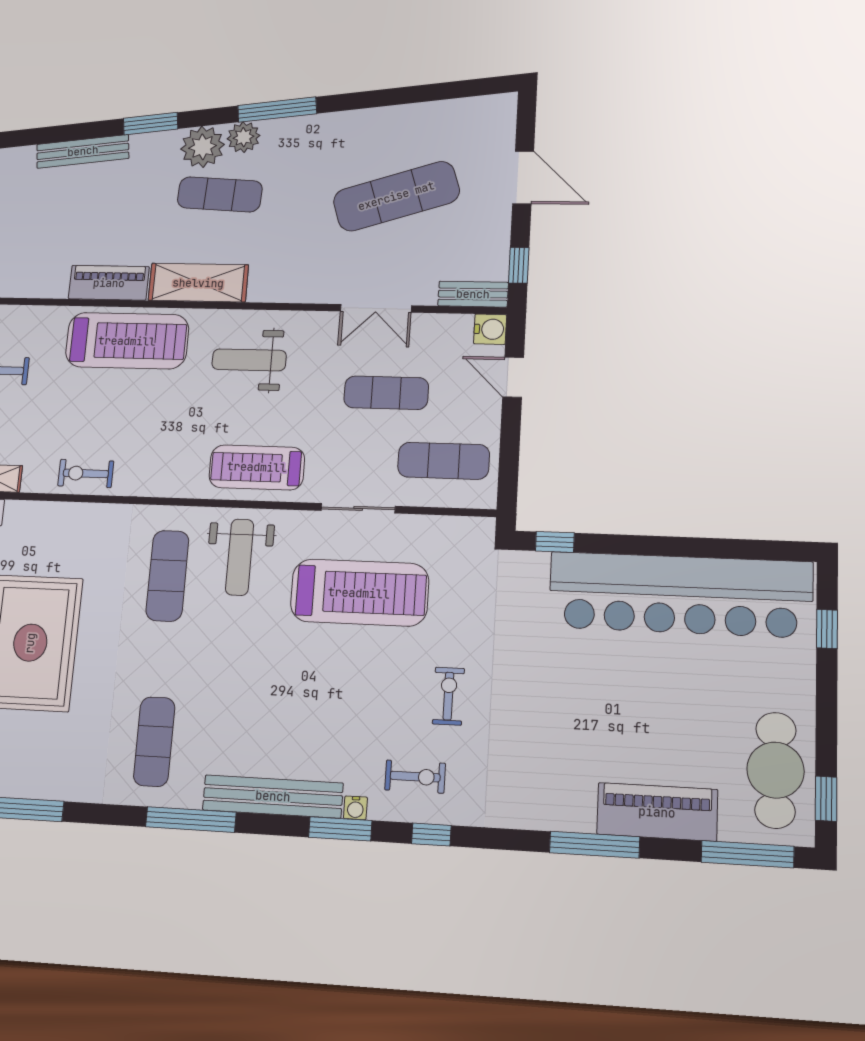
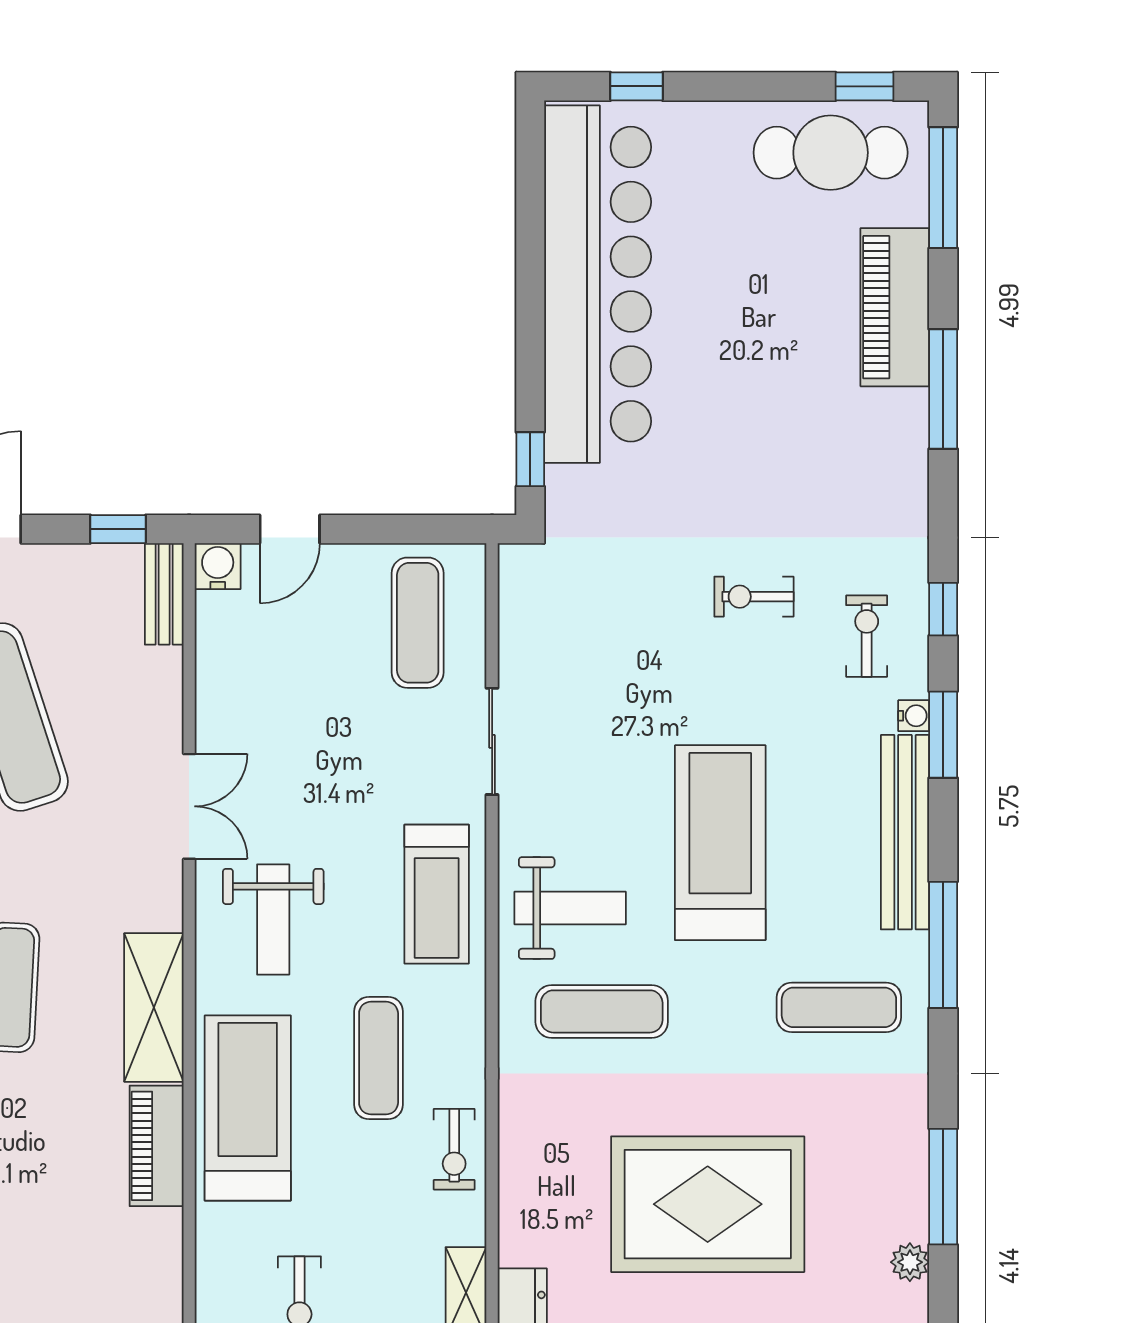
double door: (376, 308) -> (189, 806), moved
exercise mat: (386, 393) -> (379, 1058), moved
treadmill: (359, 593) -> (720, 843), moved

